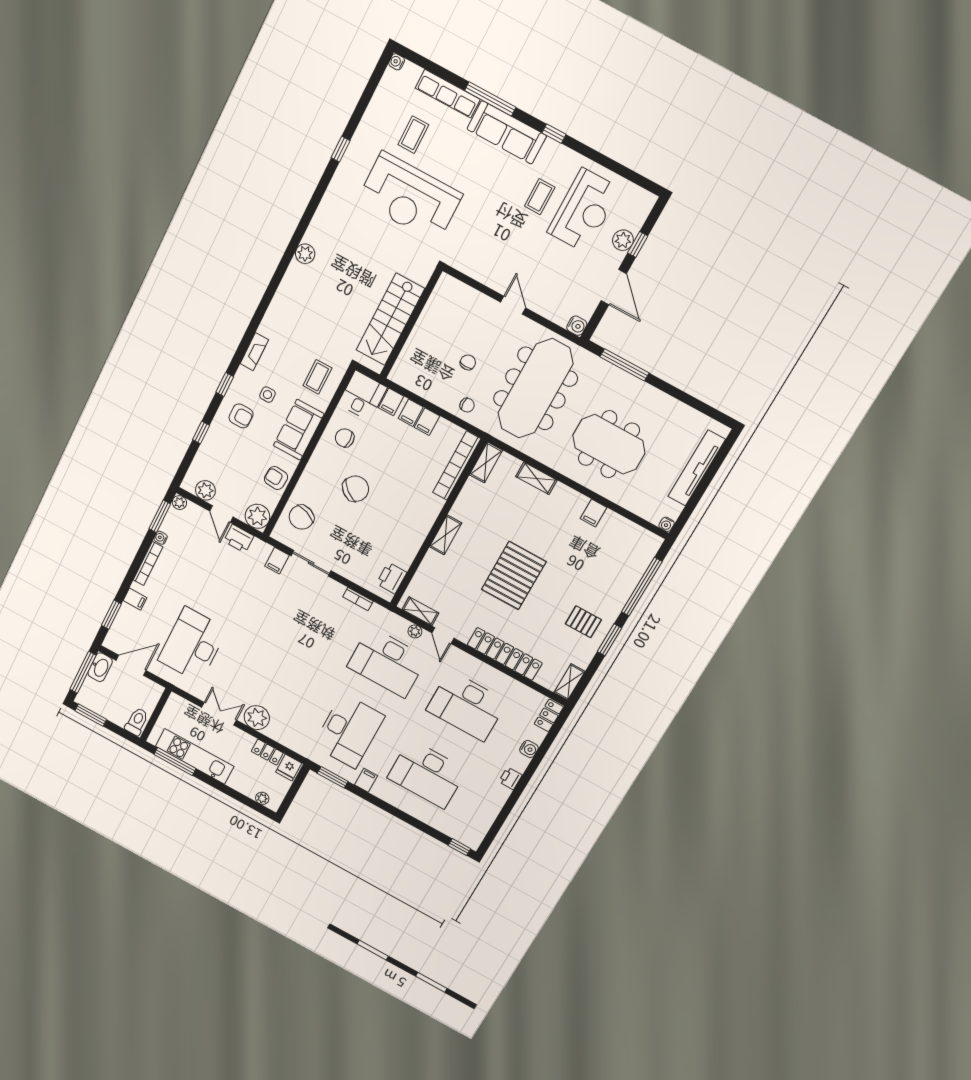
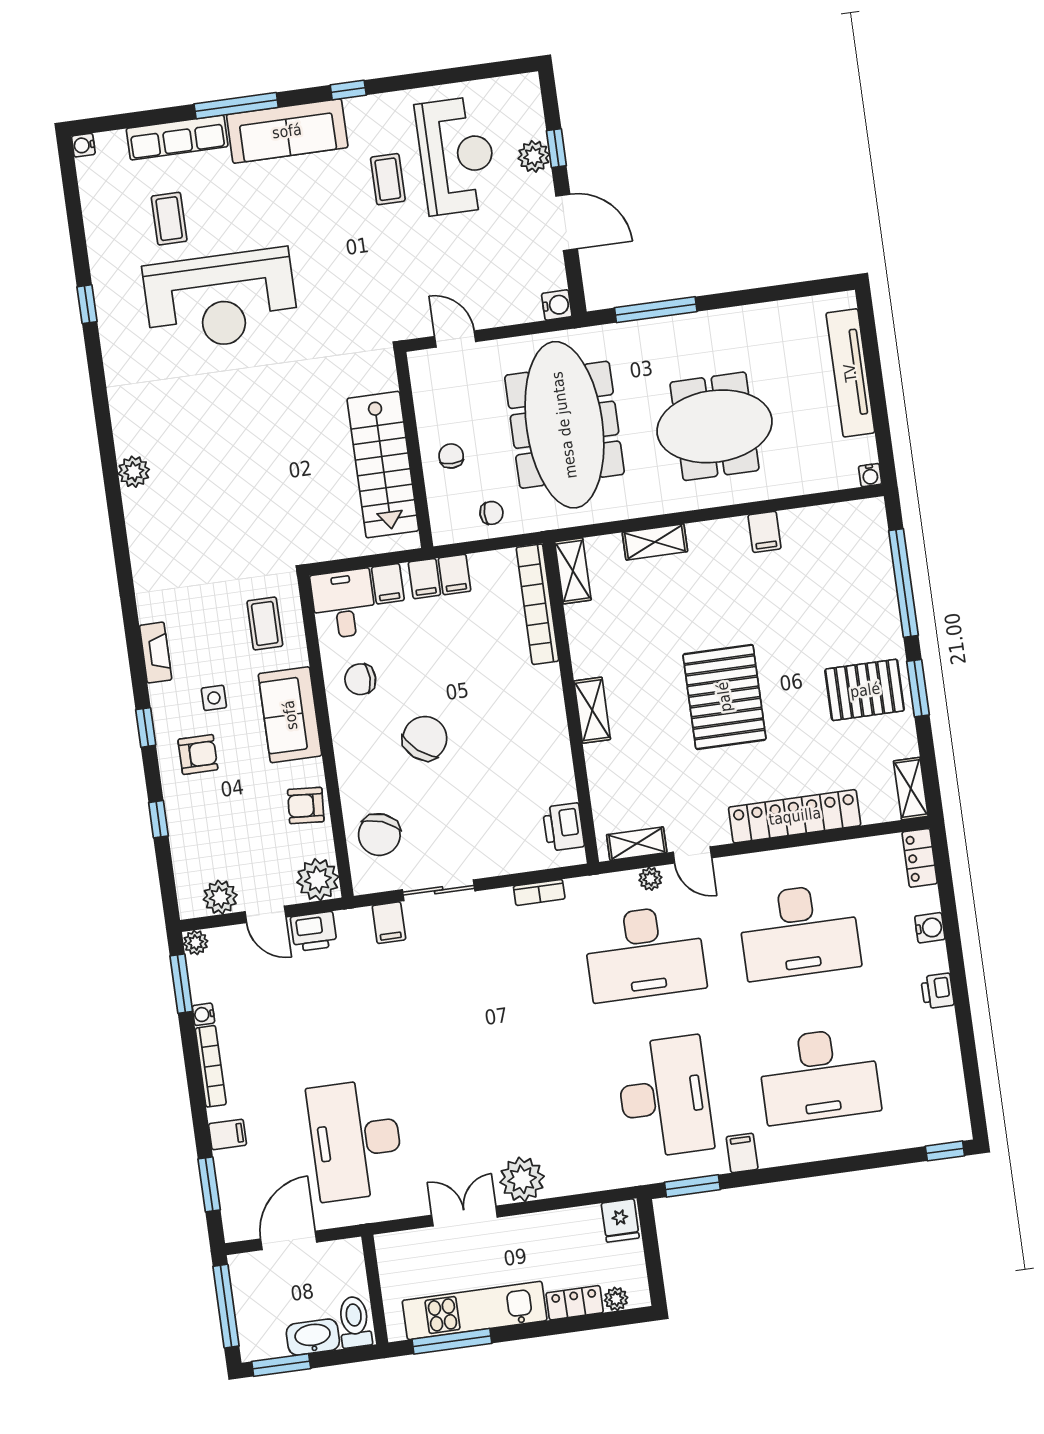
stairs: (390, 319) -> (383, 465), moved
wall: (411, 323) -> (414, 450), moved
pallet: (583, 622) -> (865, 690), width x1.50, depth x1.42
washbasin: (100, 667) -> (313, 1337), moved, turned -90
locker: (267, 752) -> (575, 1303), moved, turned 180

